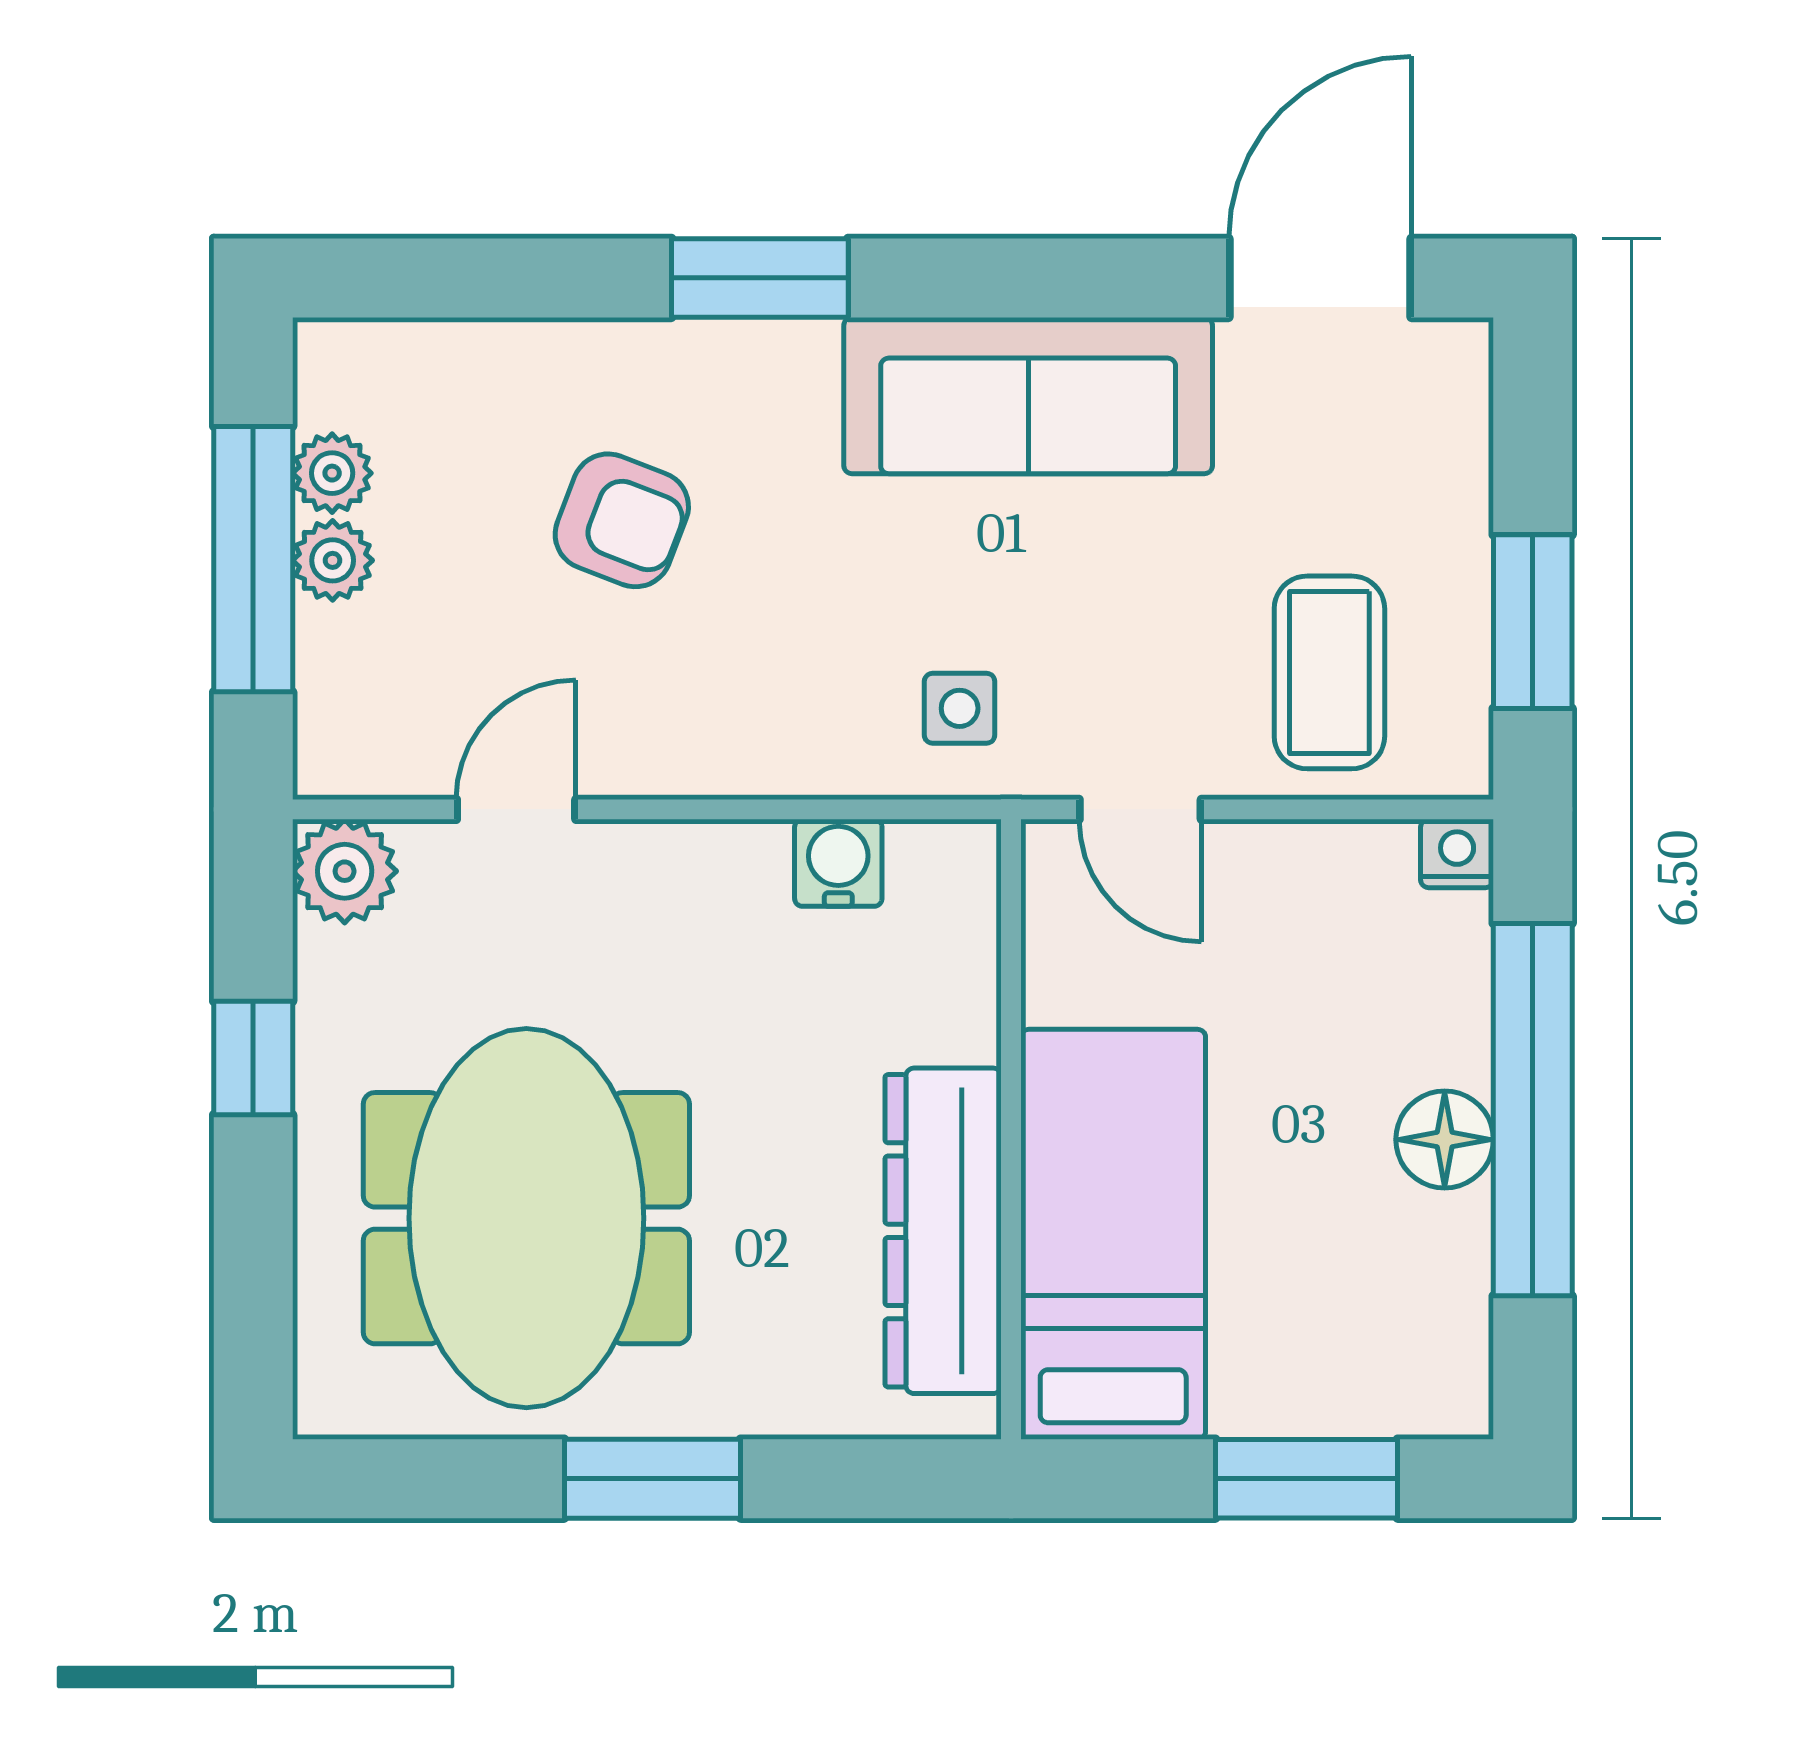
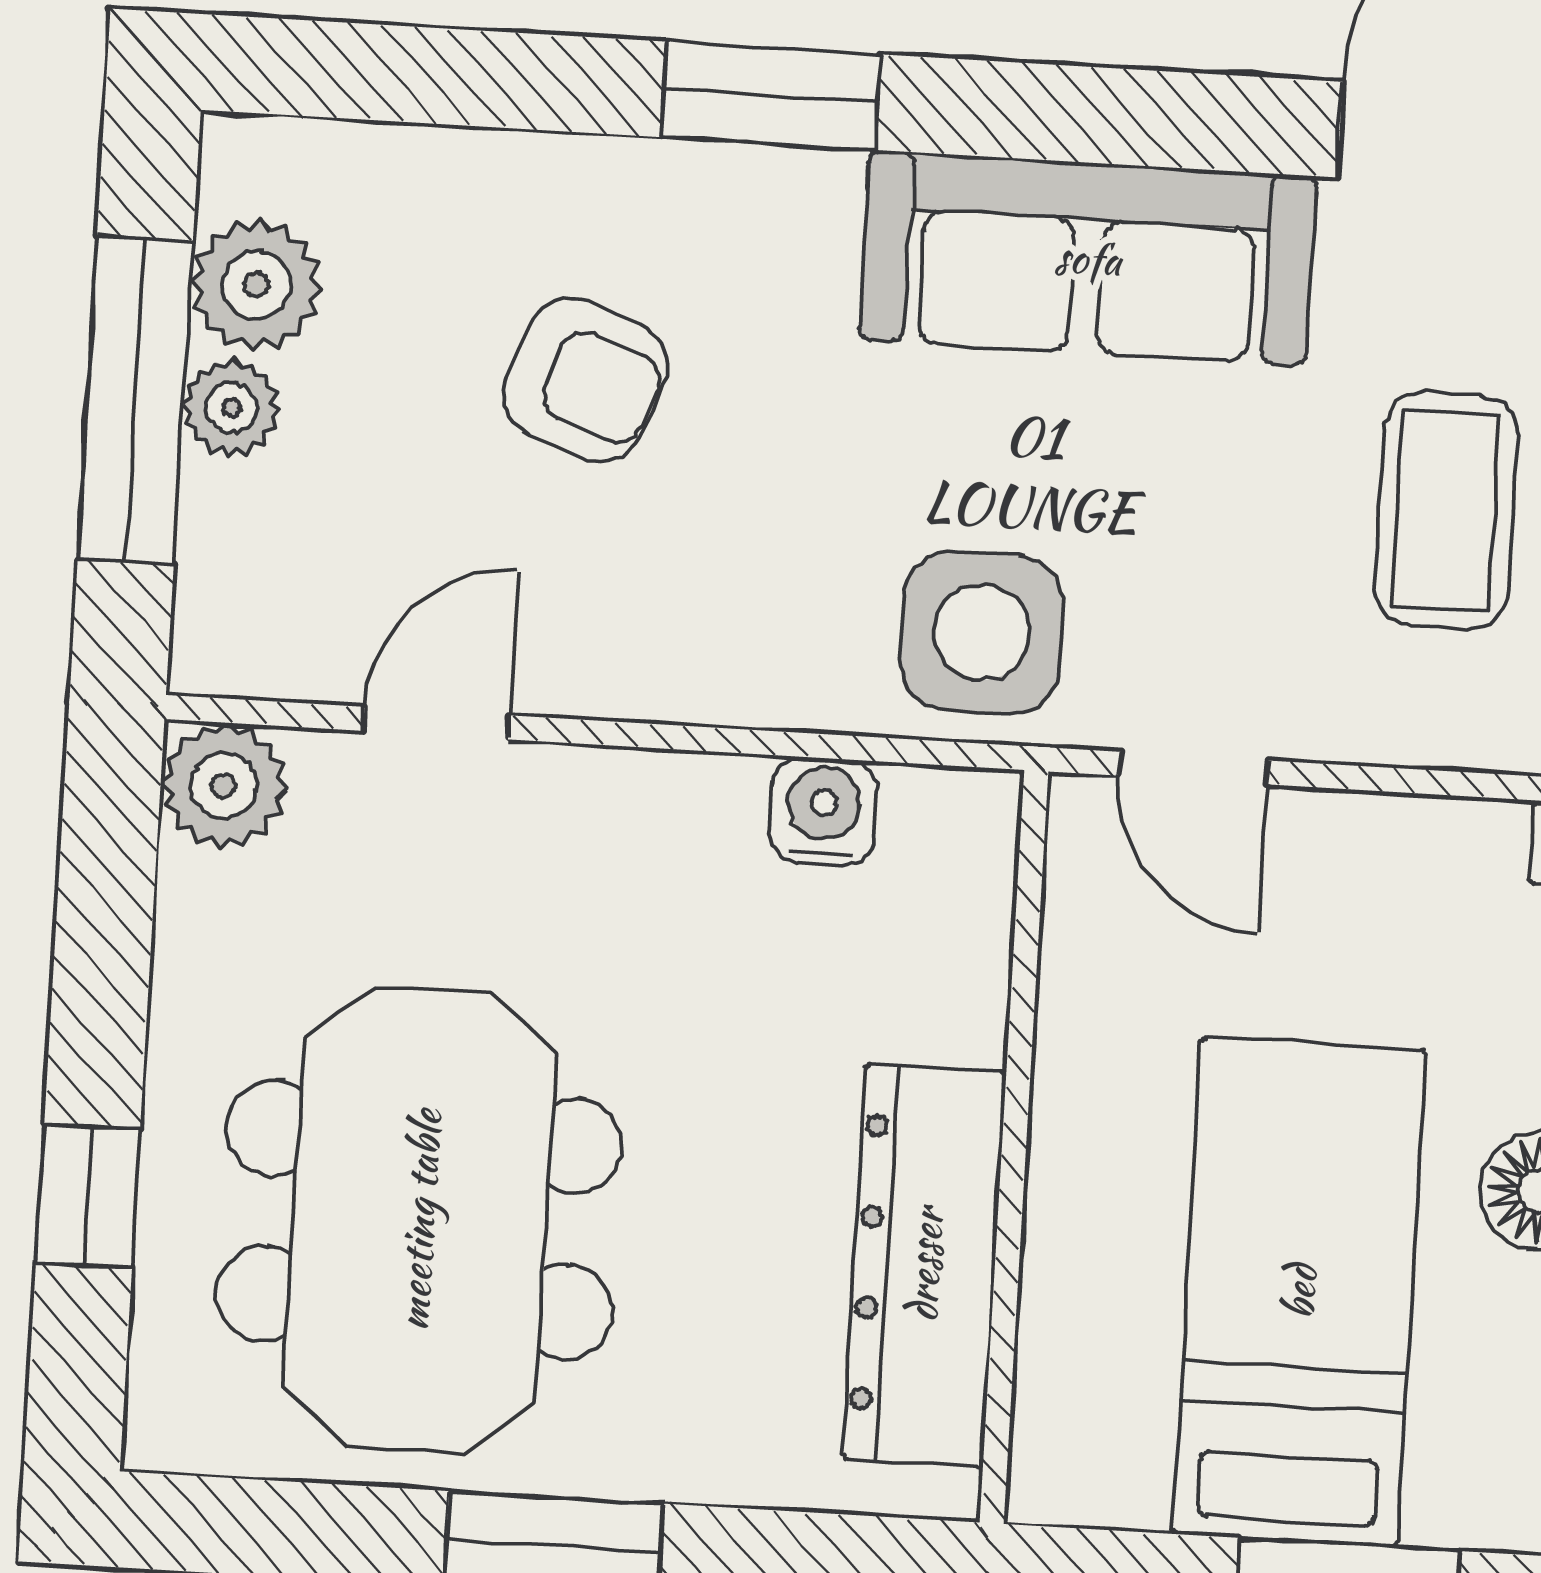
plant: (332, 473) -> (256, 285), width x1.38, depth x1.38
coffee table: (1329, 672) -> (1446, 511), moved
side table: (960, 708) -> (982, 632), width x1.87, depth x1.87
window: (253, 1058) -> (88, 1196), moved
bed: (1113, 1234) -> (1299, 1292), moved

